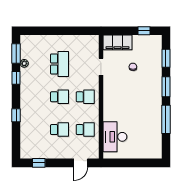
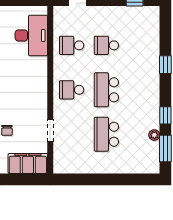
school desk: (60, 97) -> (106, 90), width x1.85

